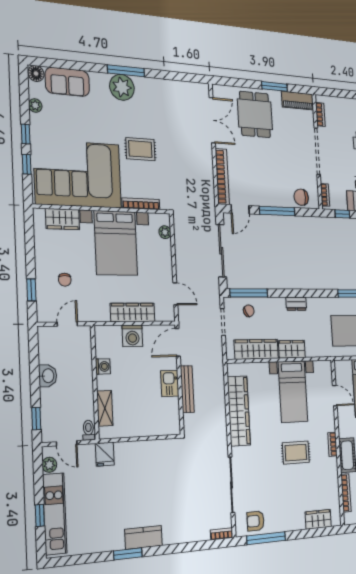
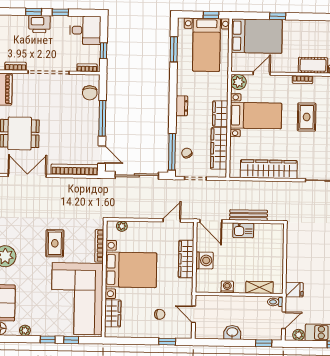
plant: (324, 369) -> (238, 82), added

